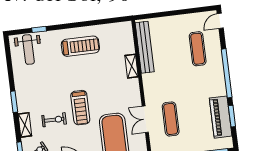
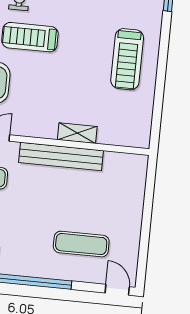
bench: (145, 47) -> (61, 157), moved

